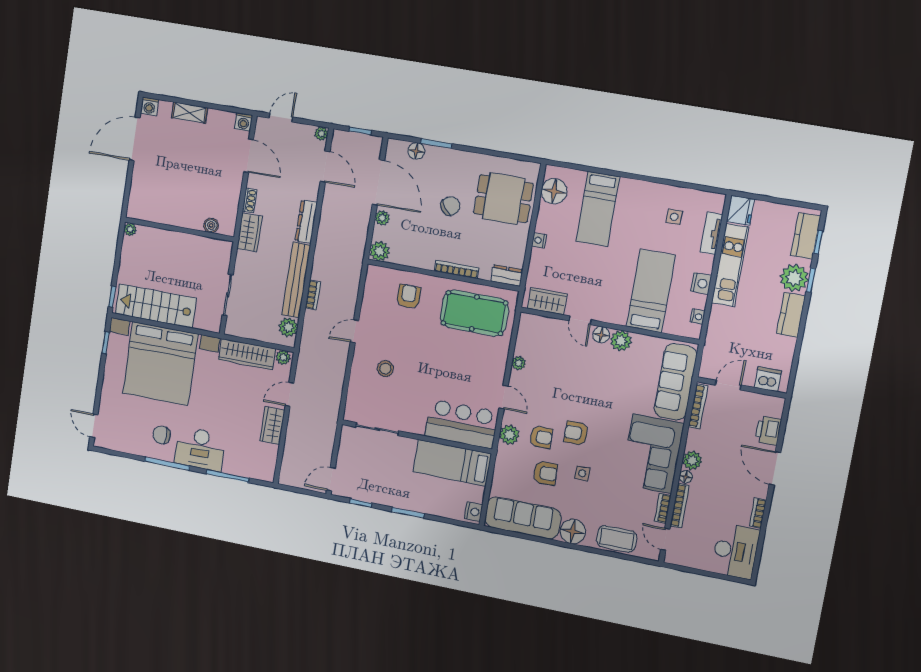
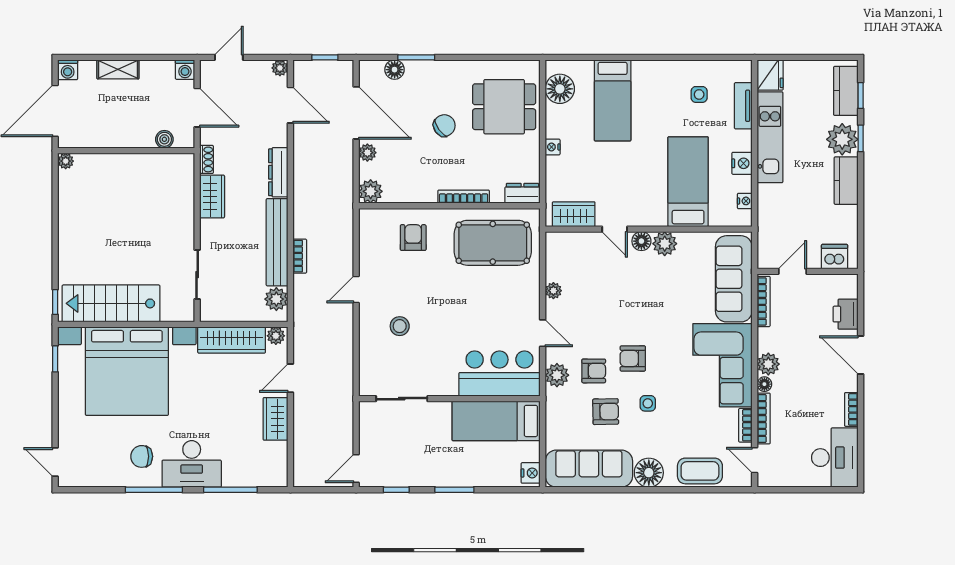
boiler: (211, 225) -> (164, 139), moved
plant: (130, 229) -> (66, 161), moved
wall: (179, 229) -> (126, 151), moved

